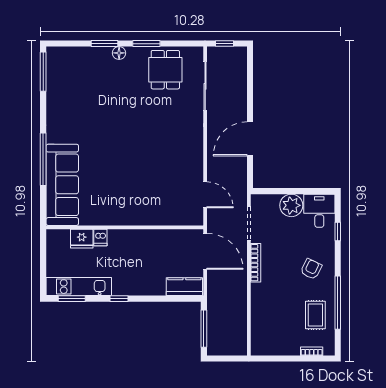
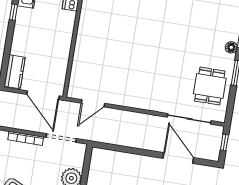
dining table: (165, 70) -> (210, 86), turned 90
door: (250, 139) -> (178, 158), moved
door: (205, 251) -> (43, 95), hinge flipped

